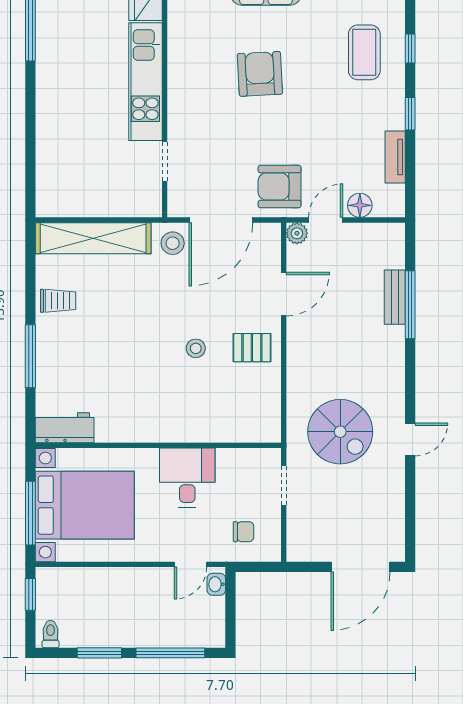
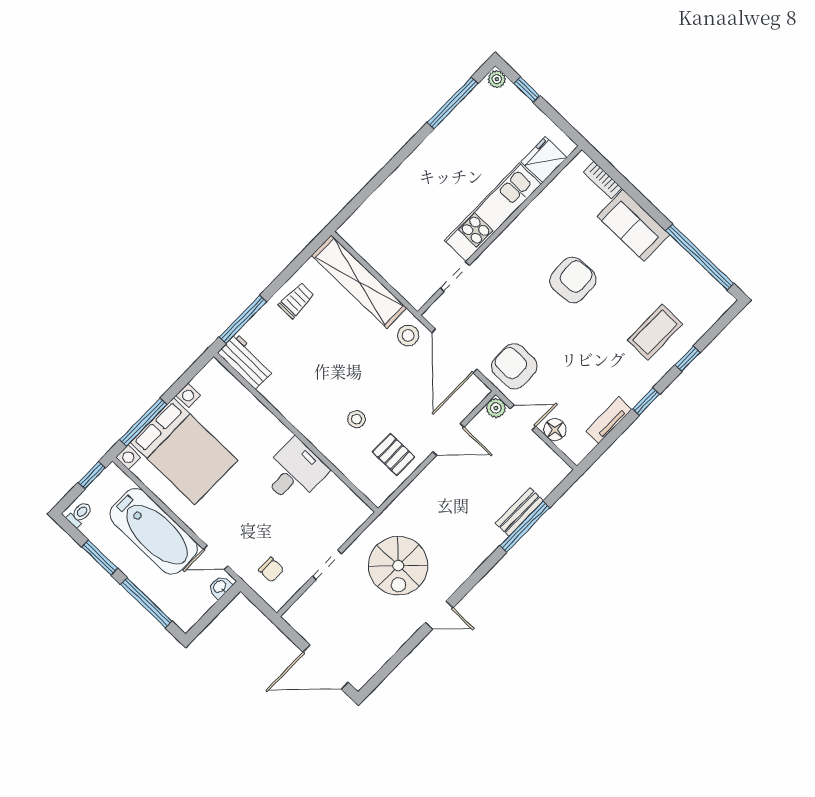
door: (221, 220) -> (454, 351), hinge flipped
trolley: (58, 301) -> (296, 301), turned -90
workbench: (65, 428) -> (246, 361), moved
wall: (158, 445) -> (296, 432), moved
desk: (187, 478) -> (294, 472), moved
bathtub: (122, 591) -> (154, 531), added

